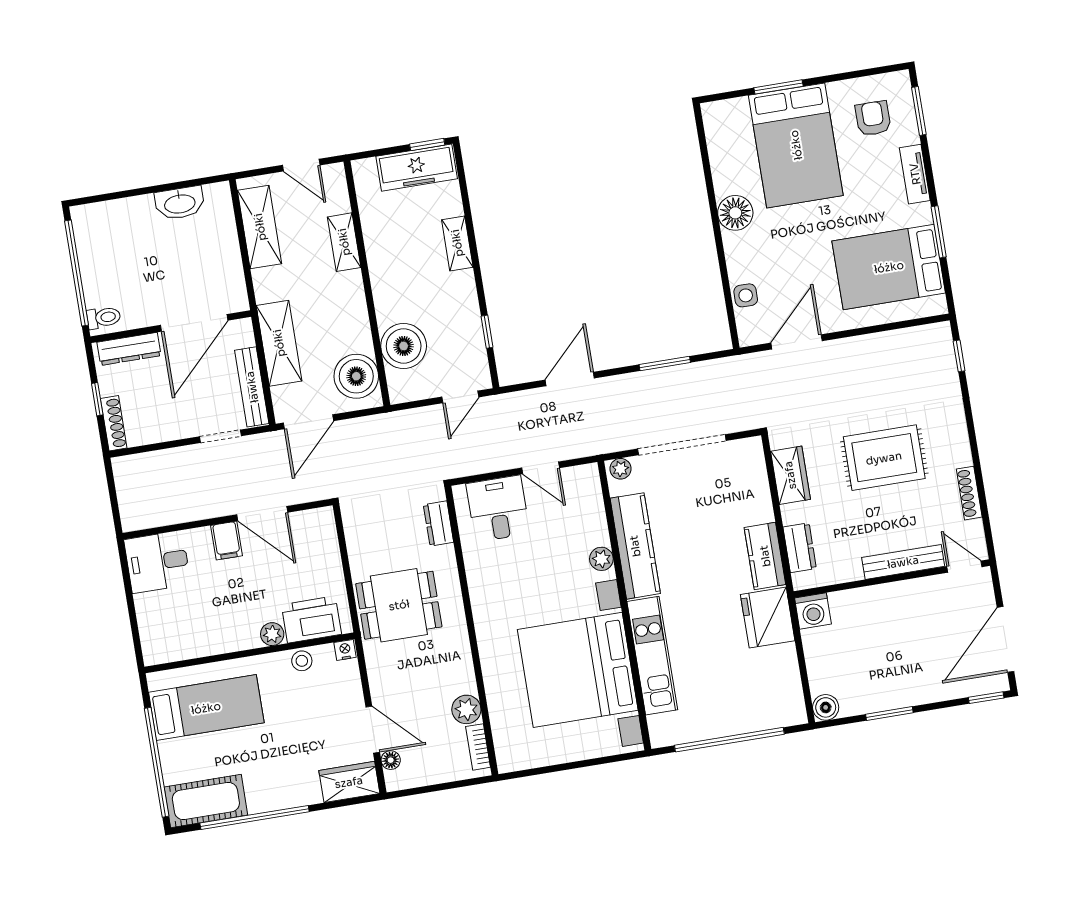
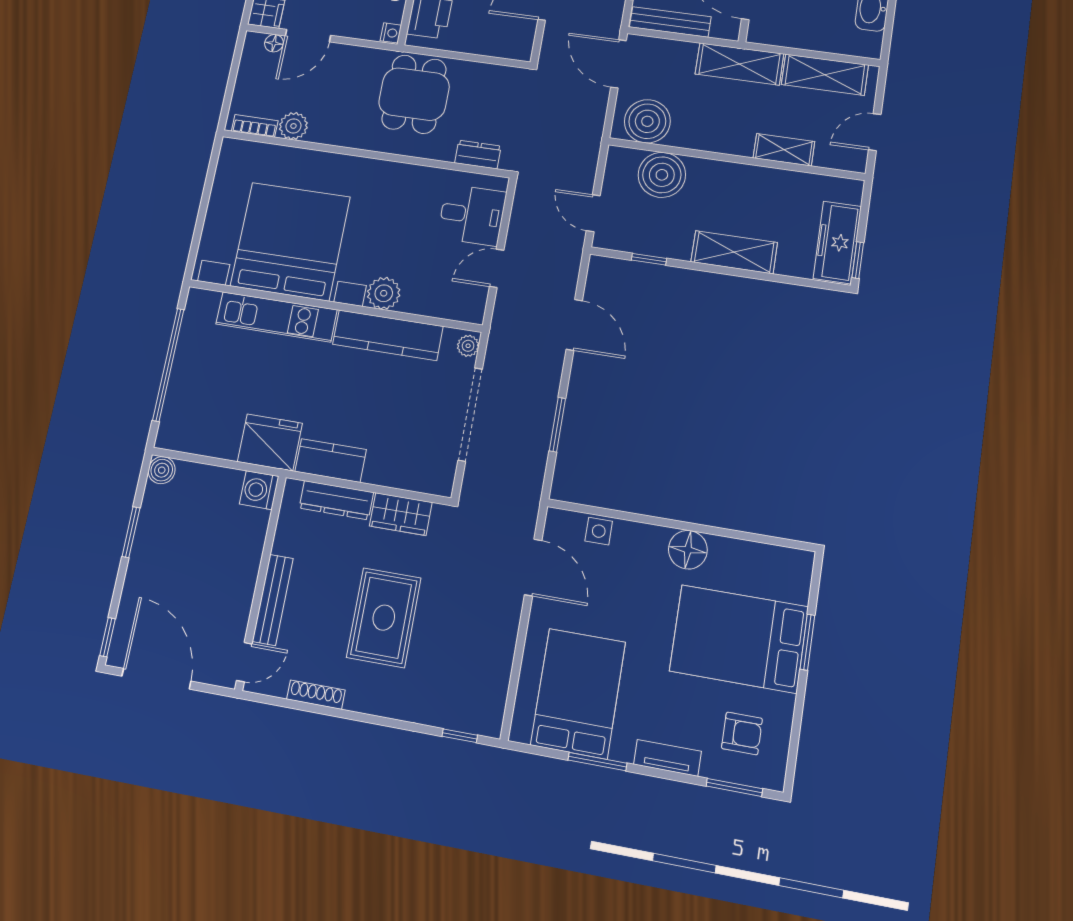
shelving: (457, 243) -> (734, 252), width x1.50, depth x1.33
shelving: (279, 343) -> (739, 64), moved
dresser: (800, 548) -> (336, 500), width x1.44
plant: (601, 559) -> (384, 293), width x1.38, depth x1.38

